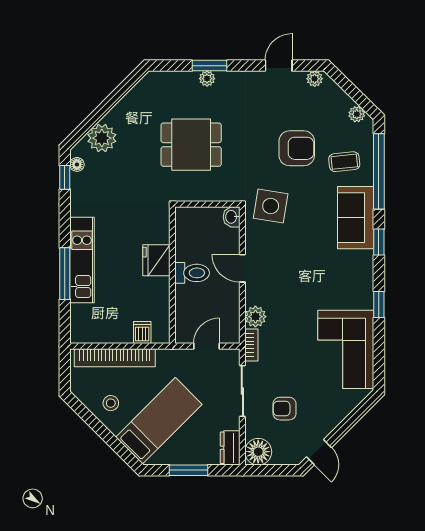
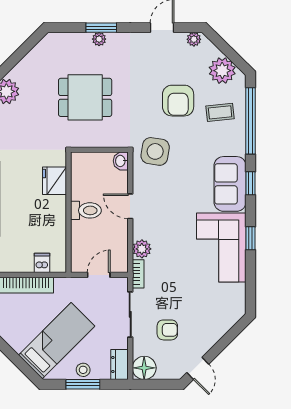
plant: (357, 114) -> (222, 71), width x1.87, depth x1.87
armchair: (297, 148) -> (178, 101), turned 90
sofa: (356, 218) -> (230, 184), moved
fridge: (156, 260) -> (54, 181), moved
corner sofa: (346, 349) -> (221, 247), moved
stool: (111, 403) -> (83, 370), moved
armchair: (284, 409) -> (167, 330), turned 180

